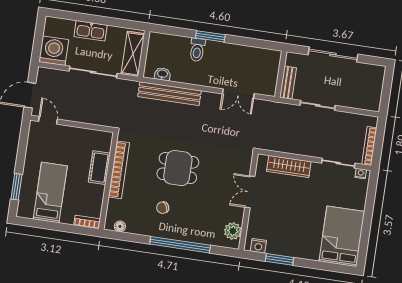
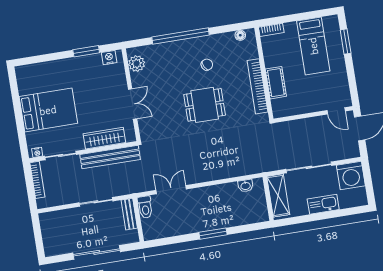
toilet: (197, 50) -> (145, 207), moved, turned 180
bench: (170, 94) -> (110, 157), moved
bed: (342, 236) -> (48, 110), moved, turned -90

